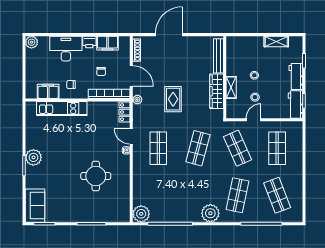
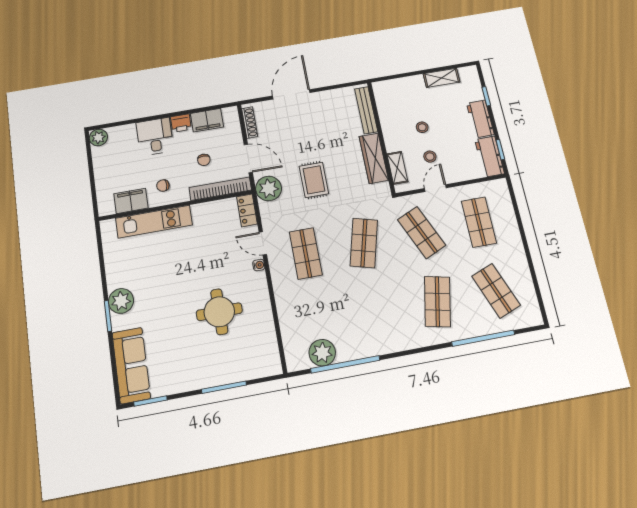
desk: (66, 49) -> (155, 137), width x0.73
shelving: (231, 87) -> (397, 168), moved
plant: (137, 100) -> (269, 188), width x1.88, depth x1.88
sofa: (35, 206) -> (131, 365), width x1.36
plant: (210, 213) -> (403, 337), removed
plant: (141, 214) -> (322, 353), moved

